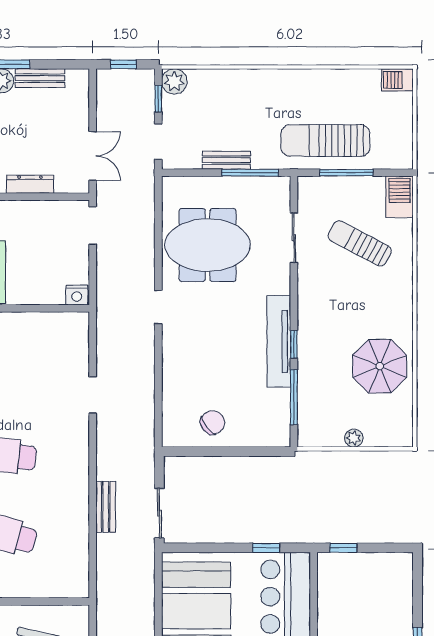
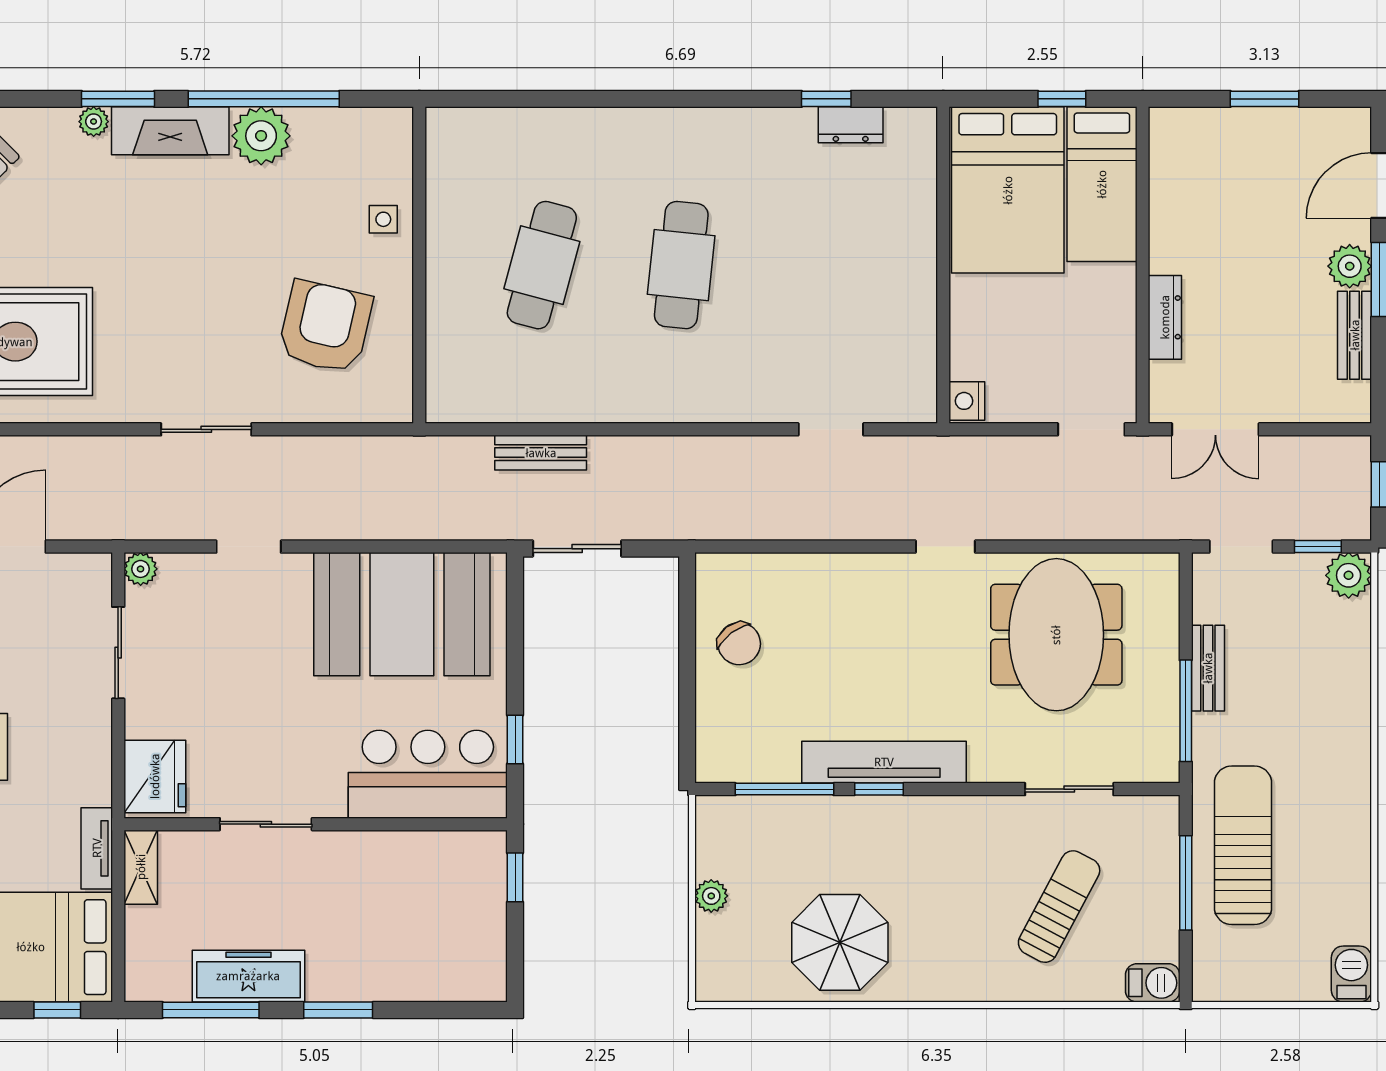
barbecue: (400, 197) -> (1153, 983), width x0.73, depth x0.79
doorway: (93, 395) -> (831, 429), moved
bench: (106, 507) -> (541, 453), moved

